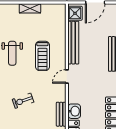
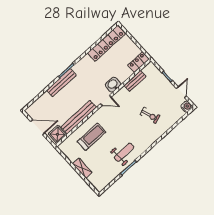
treadmill: (42, 56) -> (91, 137), moved
washbasin: (74, 111) -> (113, 85), moved

